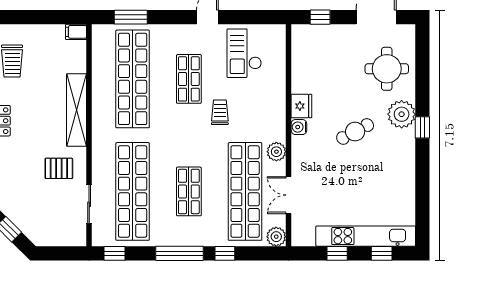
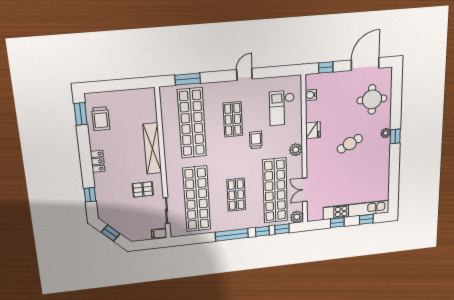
filing cabinet: (76, 32) -> (159, 234), moved
checkout: (244, 53) -> (282, 108), moved
plant: (402, 114) -> (386, 133), width x0.53, depth x0.53
water cooler: (299, 127) -> (311, 95), moved
plant: (276, 152) -> (296, 150), moved
window: (114, 253) -> (282, 229), moved

